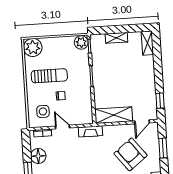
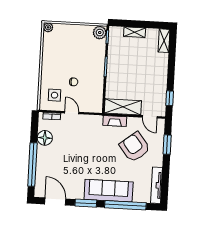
plant: (33, 47) -> (48, 27), width x0.53, depth x0.53
sun lounger: (49, 76) -> (65, 61), removed
door: (142, 122) -> (150, 117), hinge flipped
fireplace: (90, 131) -> (115, 121), moved

